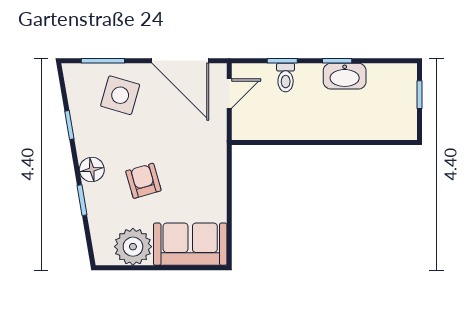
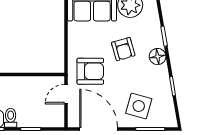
toilet: (286, 78) -> (11, 118), moved
door: (229, 93) -> (66, 94), moved
armchair: (193, 147) -> (90, 71), added

